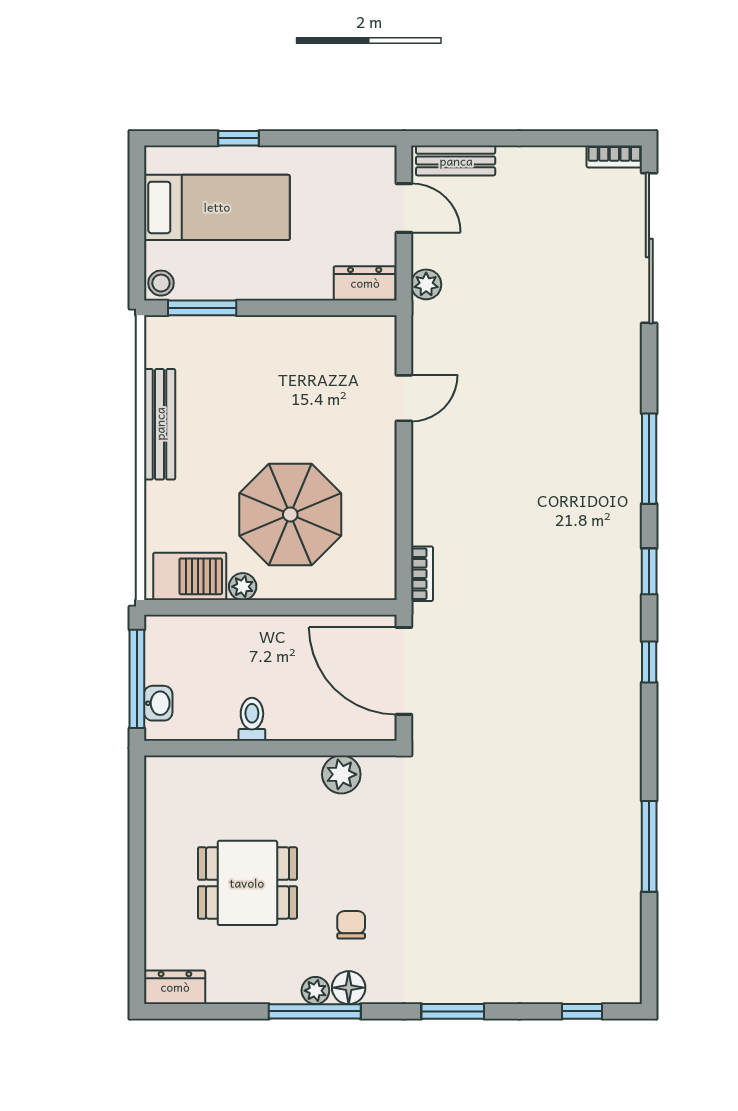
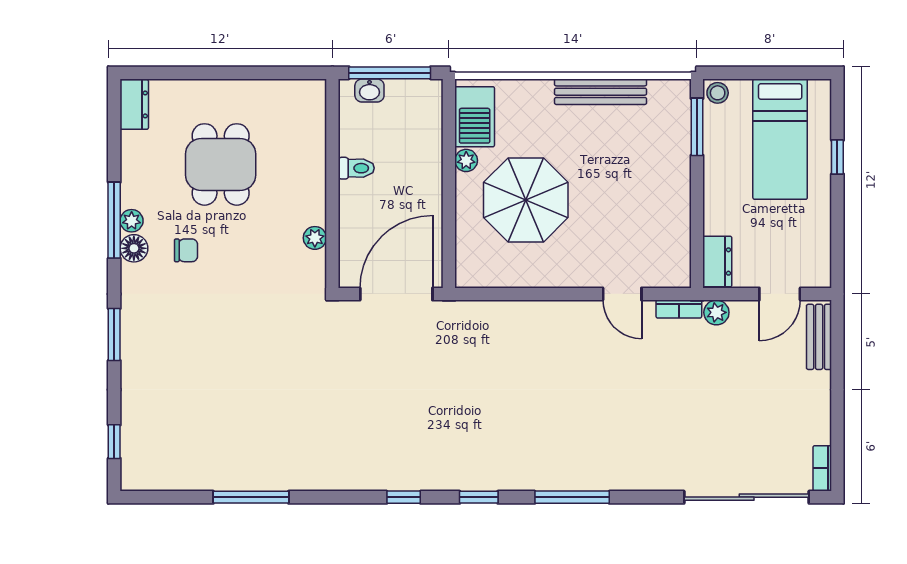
bookcase: (422, 574) -> (679, 309), moved
plant: (341, 774) -> (315, 238), width x0.73, depth x0.73

